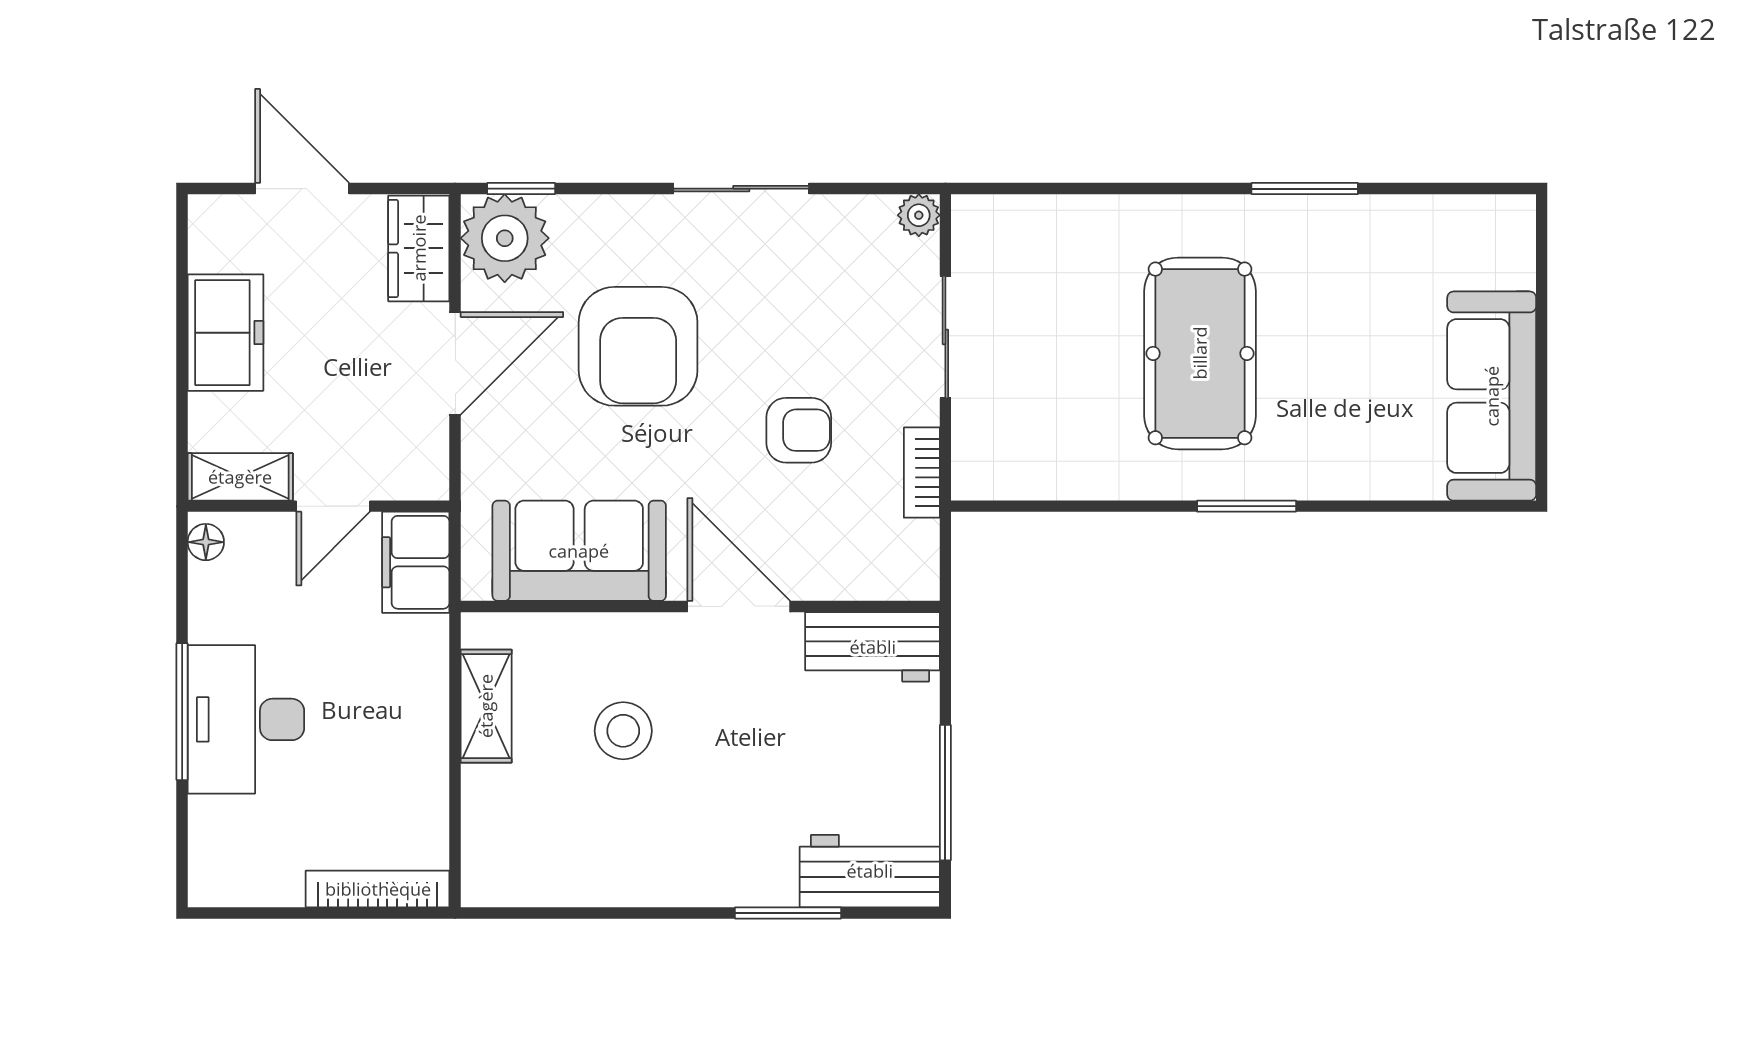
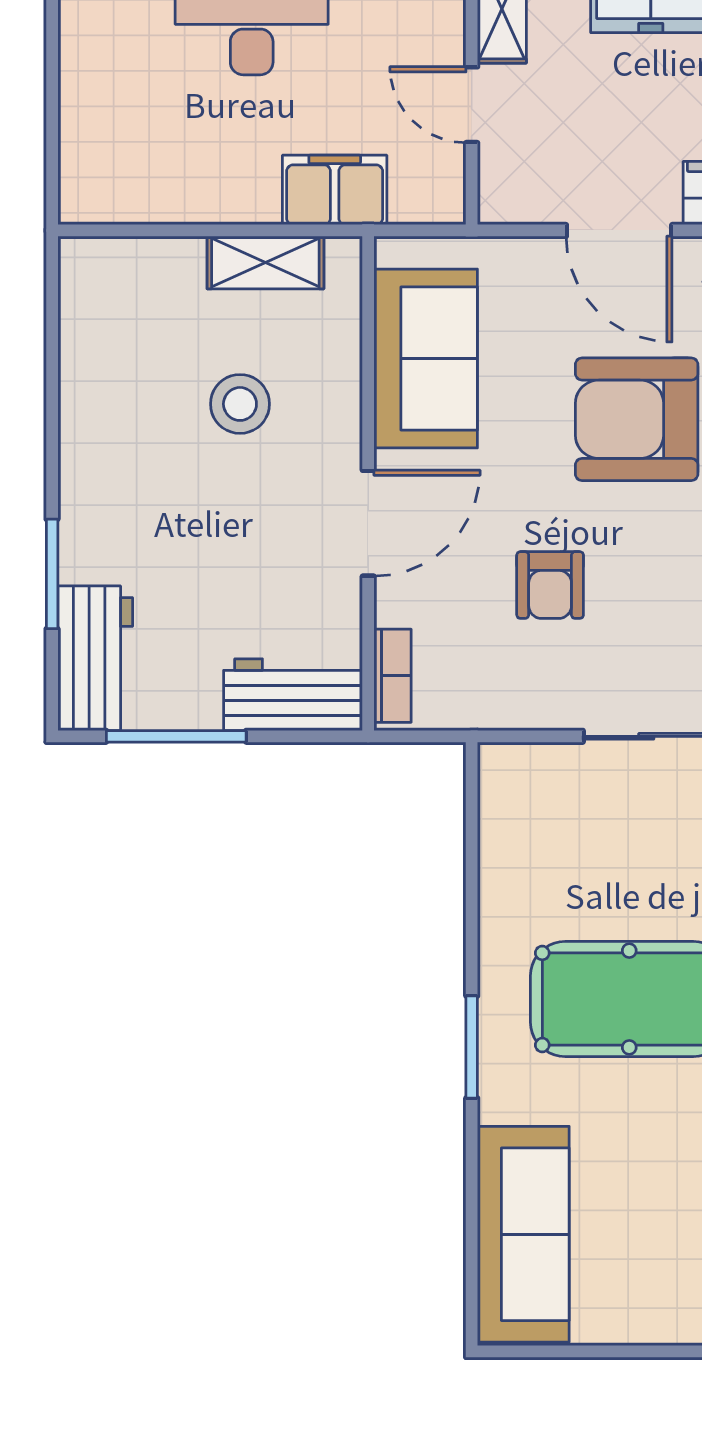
sofa: (1492, 396) -> (523, 1234), moved, turned 90
bookcase: (922, 473) -> (393, 676), moved, turned 90
filing cabinet: (416, 562) -> (335, 190), moved
workbench: (873, 647) -> (293, 695), moved, turned 90
bookcase: (378, 889) -> (77, 151), removed

